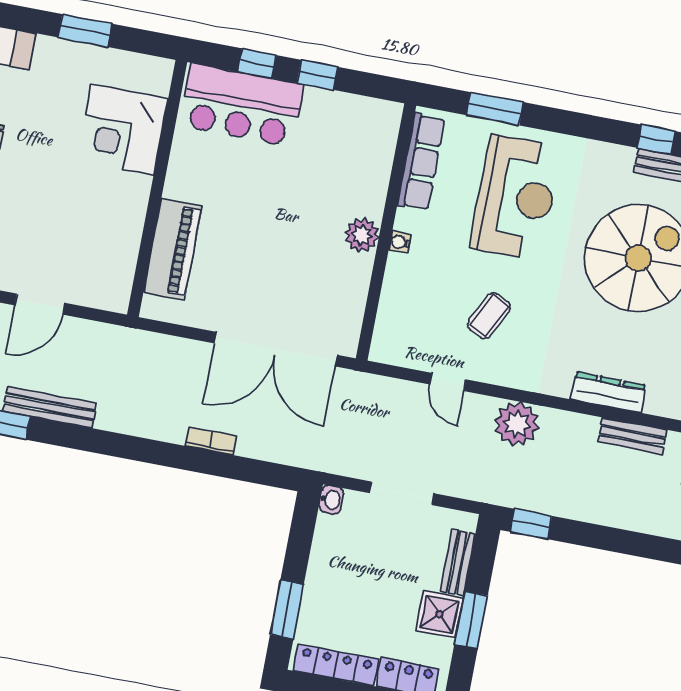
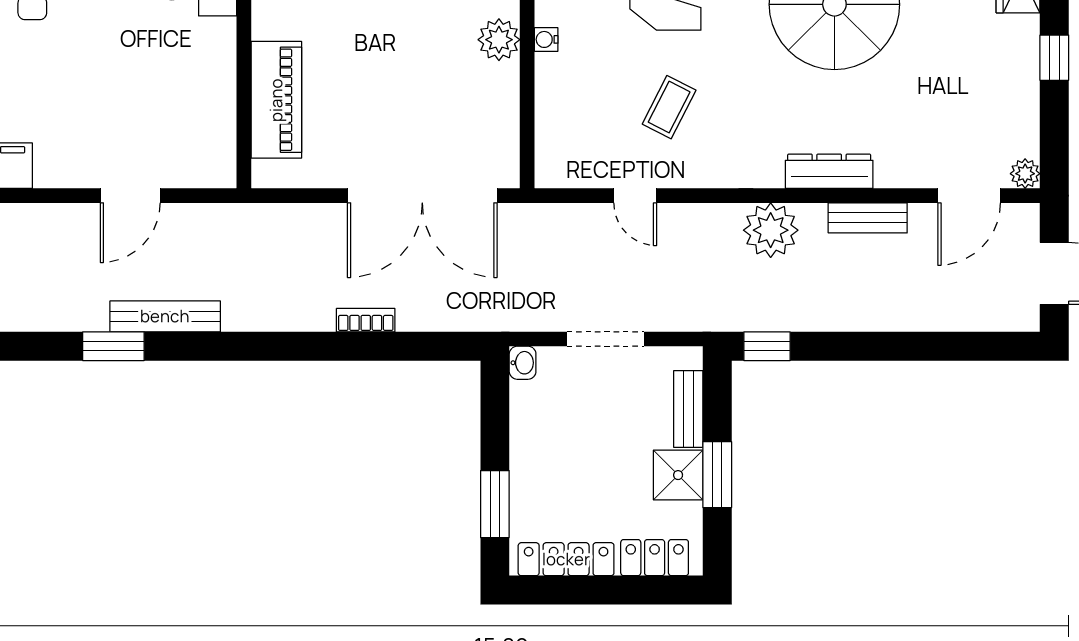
plant: (517, 424) -> (771, 230), moved

